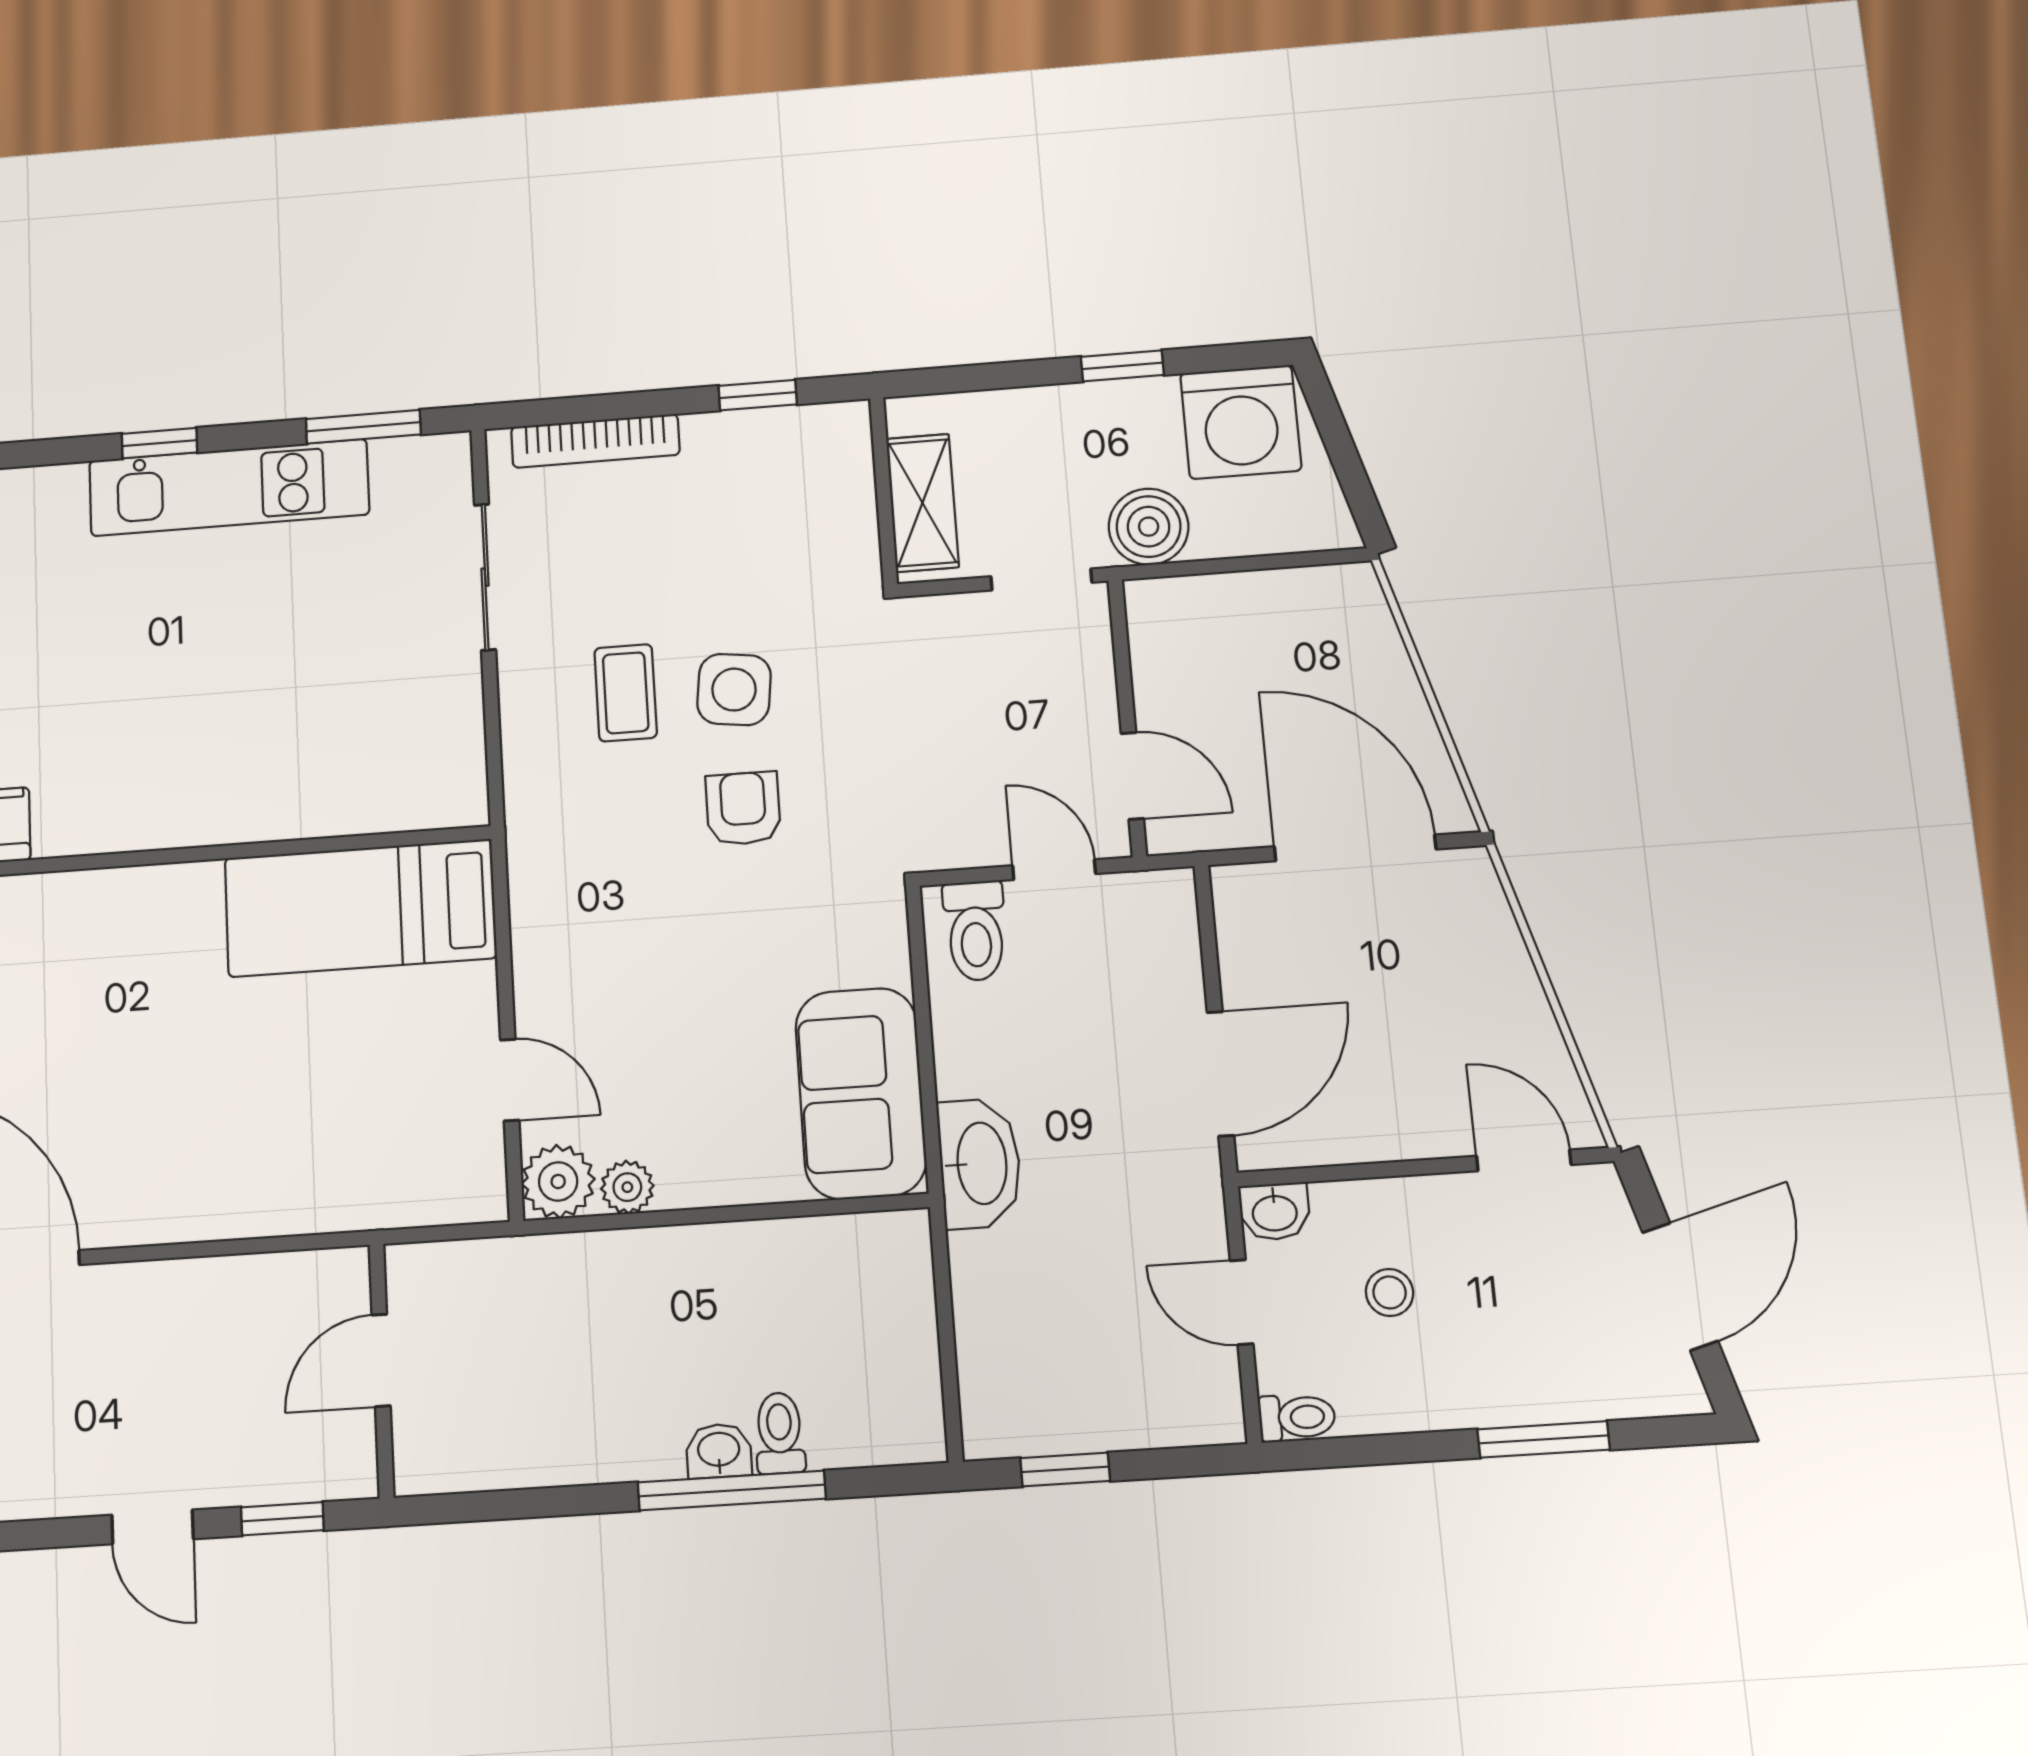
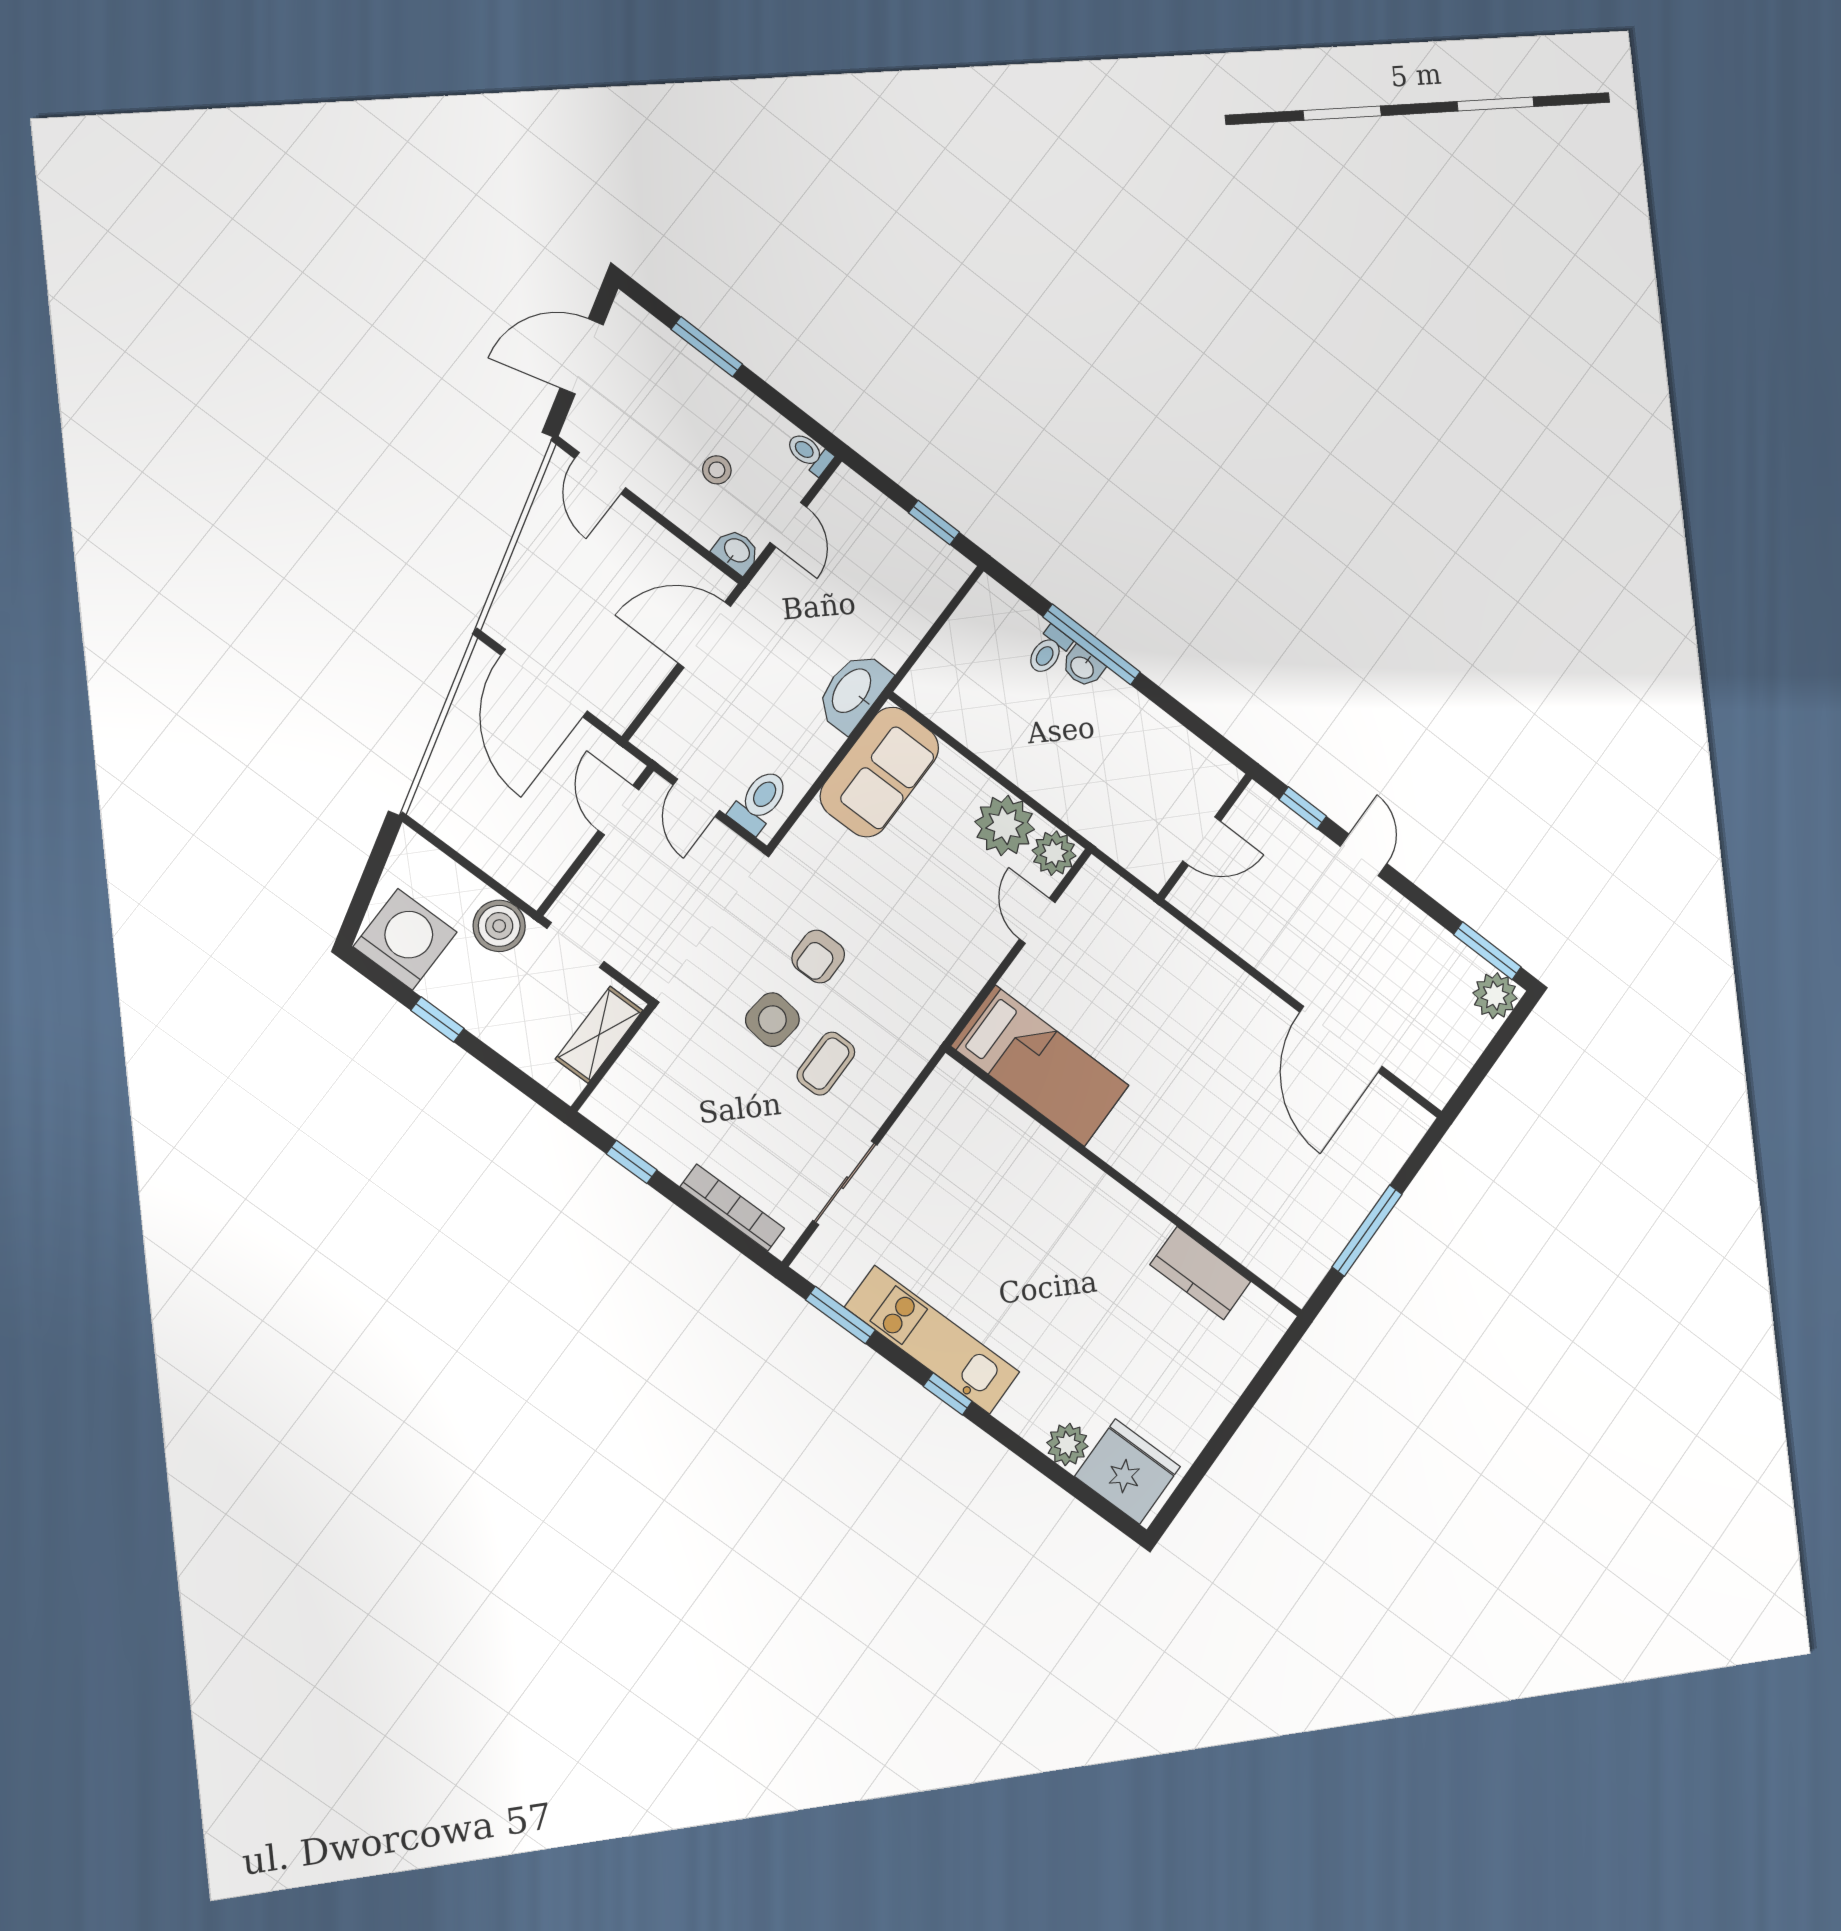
plant: (627, 1187) -> (1005, 825), width x1.88, depth x1.88

